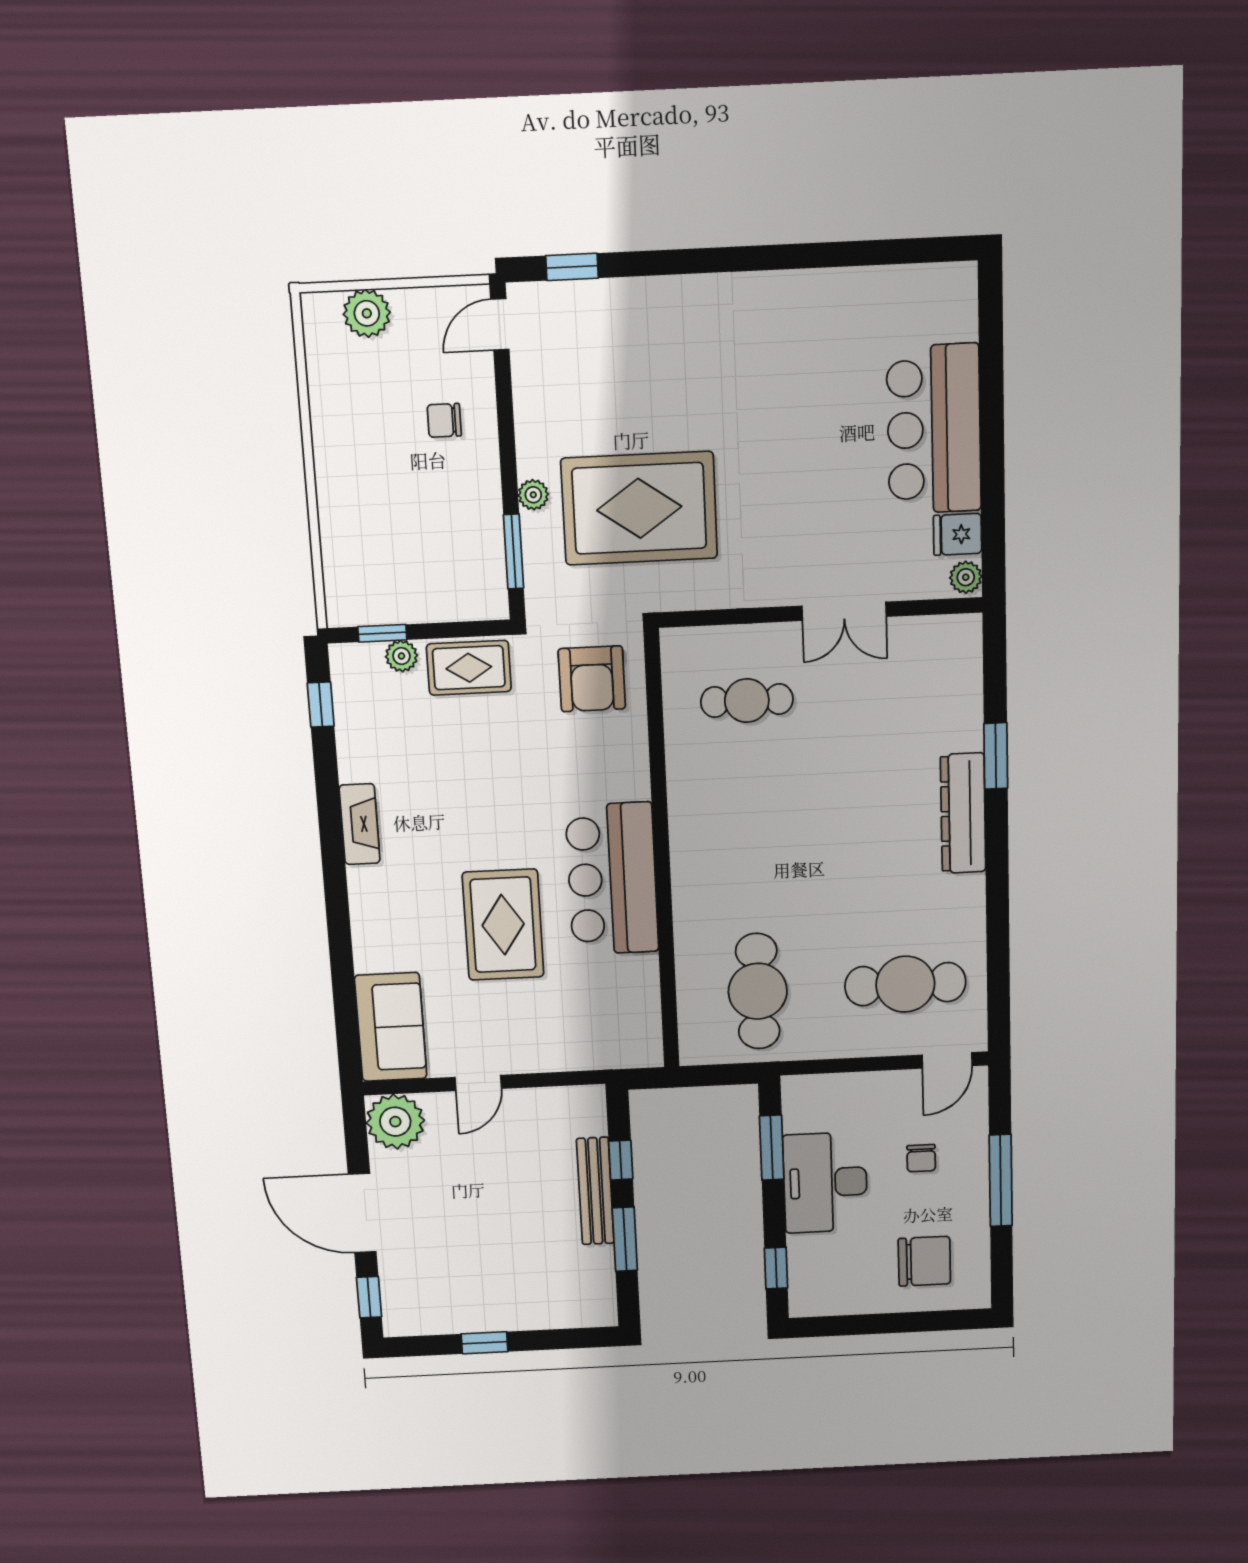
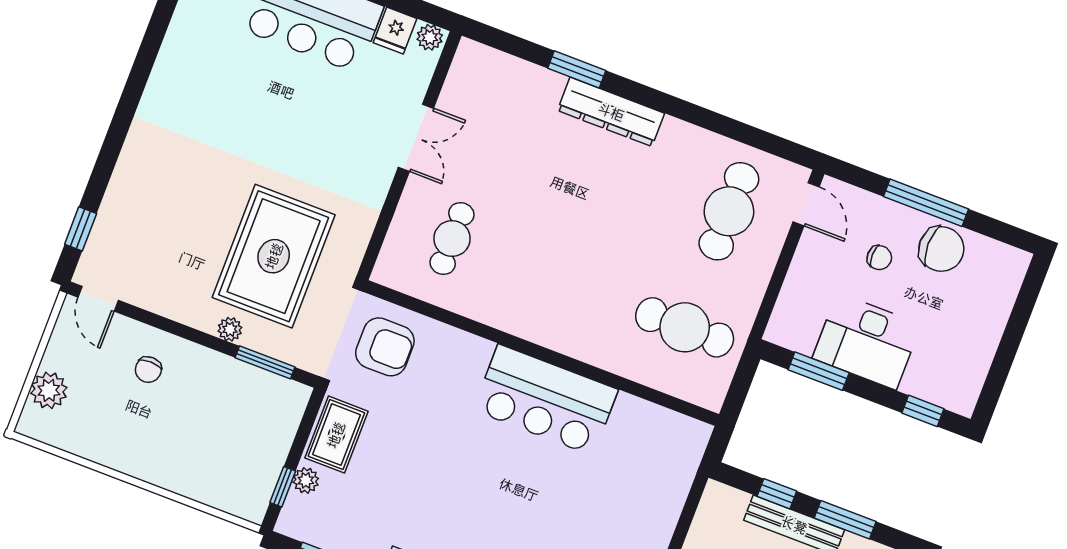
rug: (503, 925) -> (545, 499), removed
chair: (924, 1261) -> (941, 249), moved, turned 90

